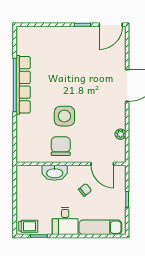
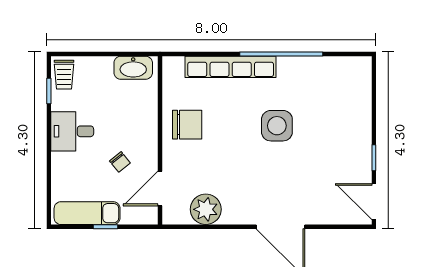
row of seats: (23, 85) -> (231, 67), moved
side table: (64, 116) -> (277, 126), moved
plant: (120, 134) -> (206, 209), width x1.88, depth x1.88
washbasin: (55, 173) -> (133, 68), moved, turned -90
exam couch: (100, 227) -> (87, 213), moved, turned -90

